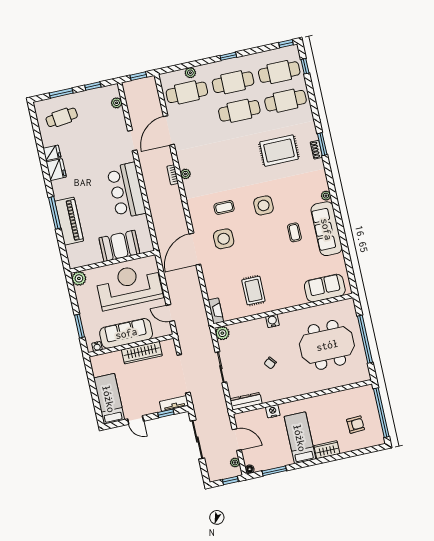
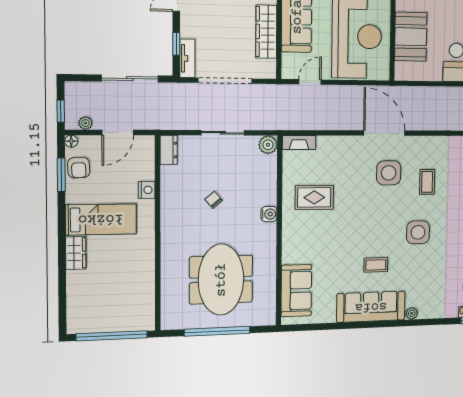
dresser: (246, 401) -> (169, 150), width x0.70
armchair: (356, 425) -> (79, 168), moved

